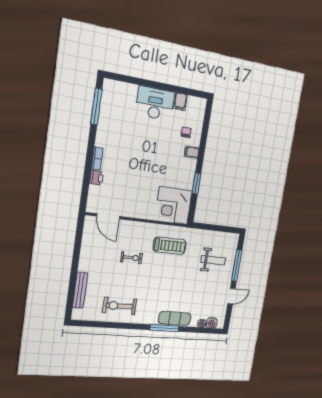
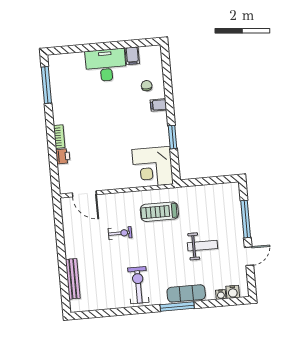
treadmill: (170, 246) -> (159, 212), turned 180
weight bench: (213, 260) -> (203, 246), moved
exercise bike: (119, 306) -> (138, 285), moved, turned 90

